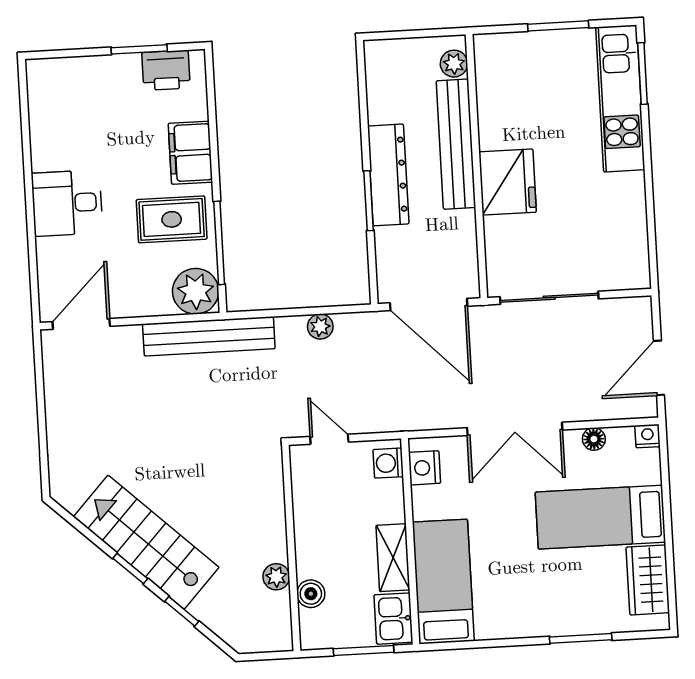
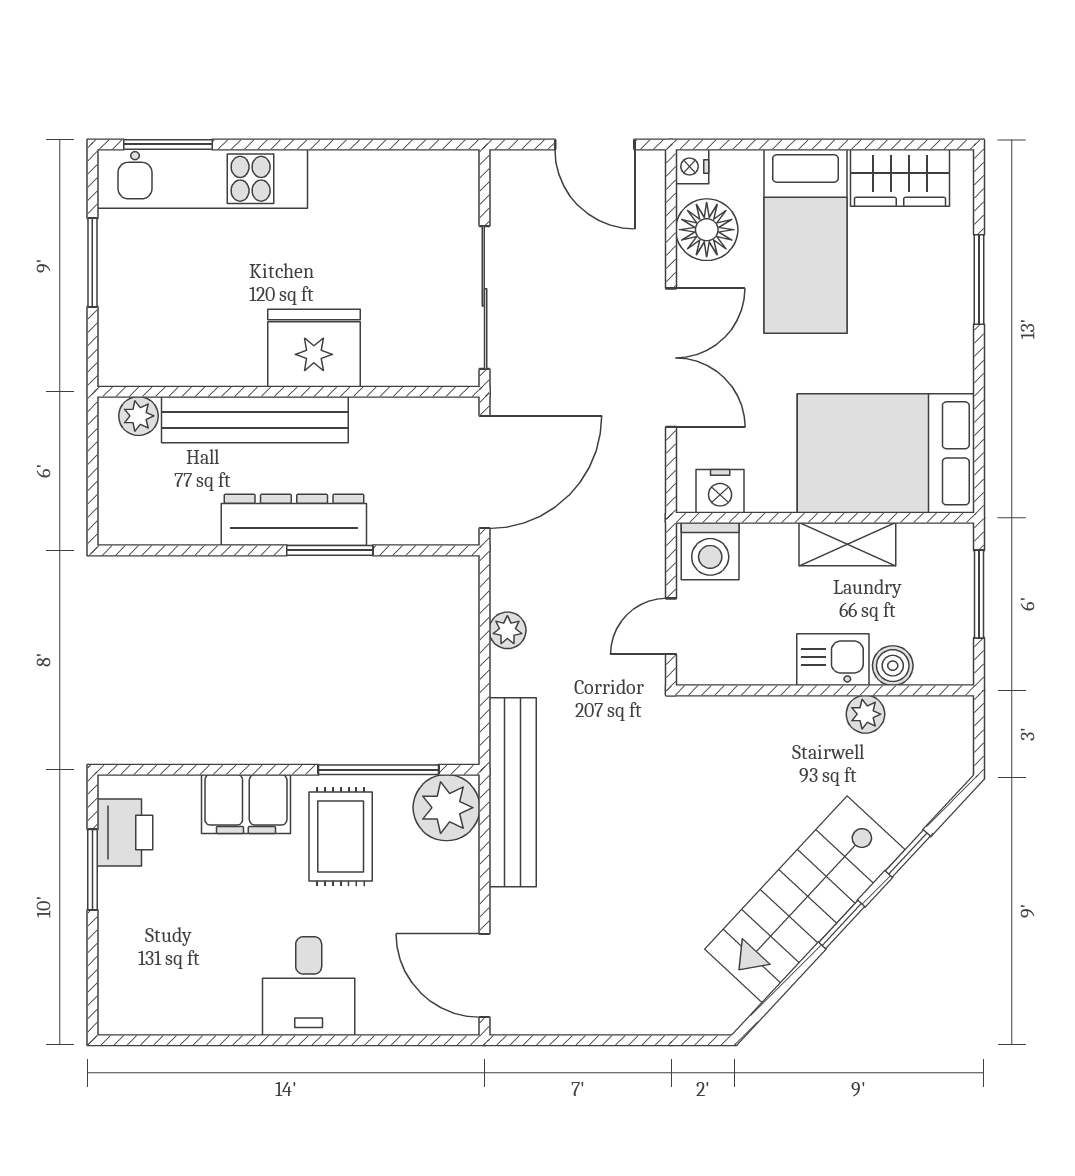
floor lamp: (594, 439) -> (707, 230), width x1.89, depth x1.89
washing machine: (388, 463) -> (710, 551), width x1.38, depth x1.38
bed: (443, 582) -> (886, 453), width x1.50
kitchen sink: (393, 619) -> (833, 660), moved, turned 180

